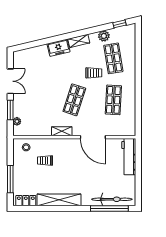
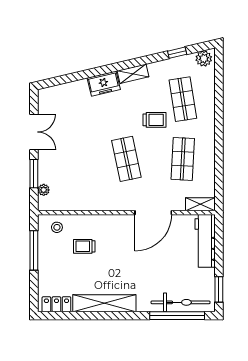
window: (120, 24) -> (177, 53), moved
plant: (104, 36) -> (204, 59), moved
shop shelf: (74, 100) -> (126, 159), turned -30
shelving: (62, 131) -> (200, 204), moved
door: (93, 137) -> (153, 213), hinge flipped
window: (10, 179) -> (34, 250), moved
window: (138, 190) -> (219, 289), added

